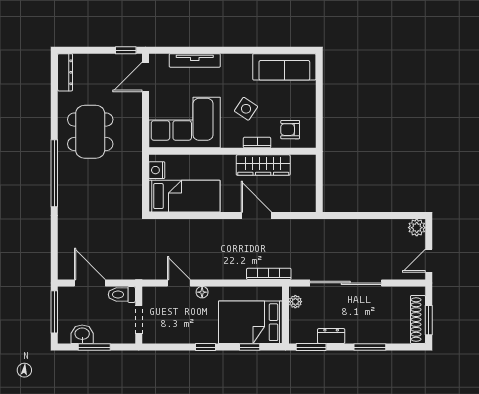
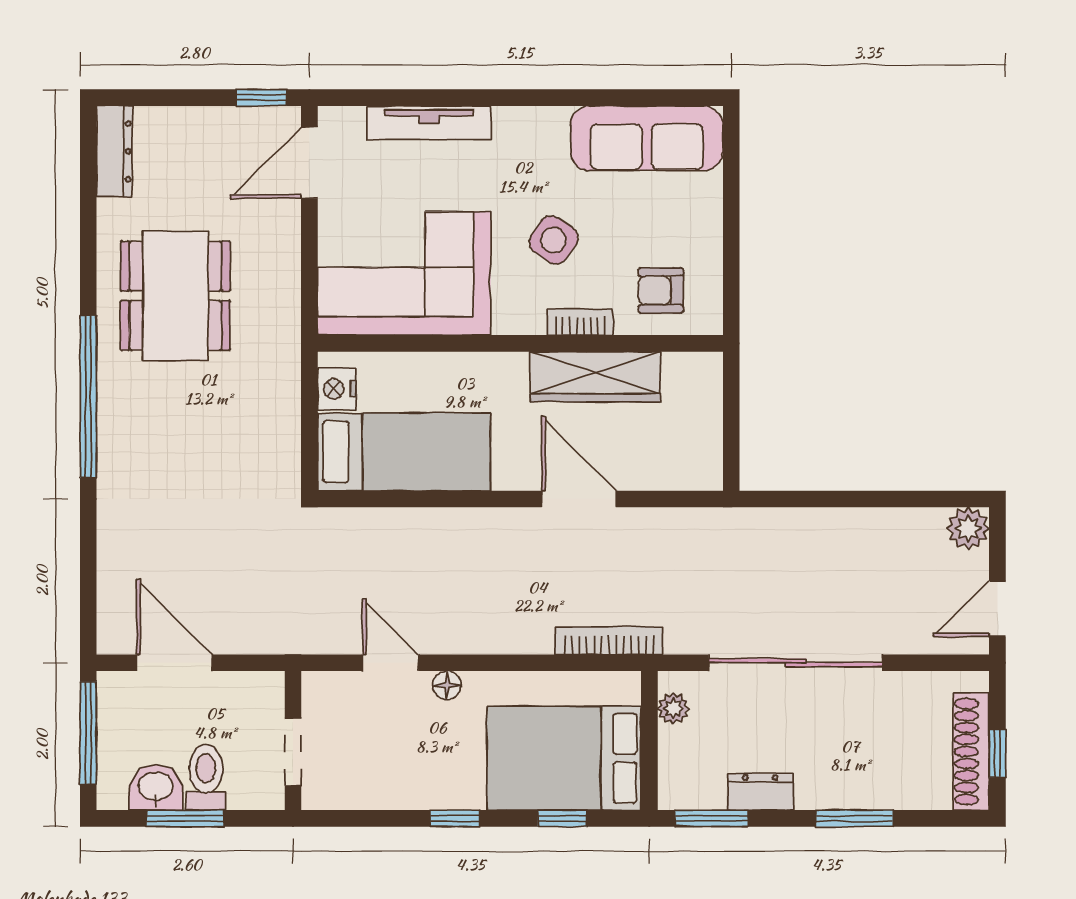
toilet: (122, 295) -> (206, 777), moved, turned 90
window: (429, 320) -> (997, 753), width x0.67

